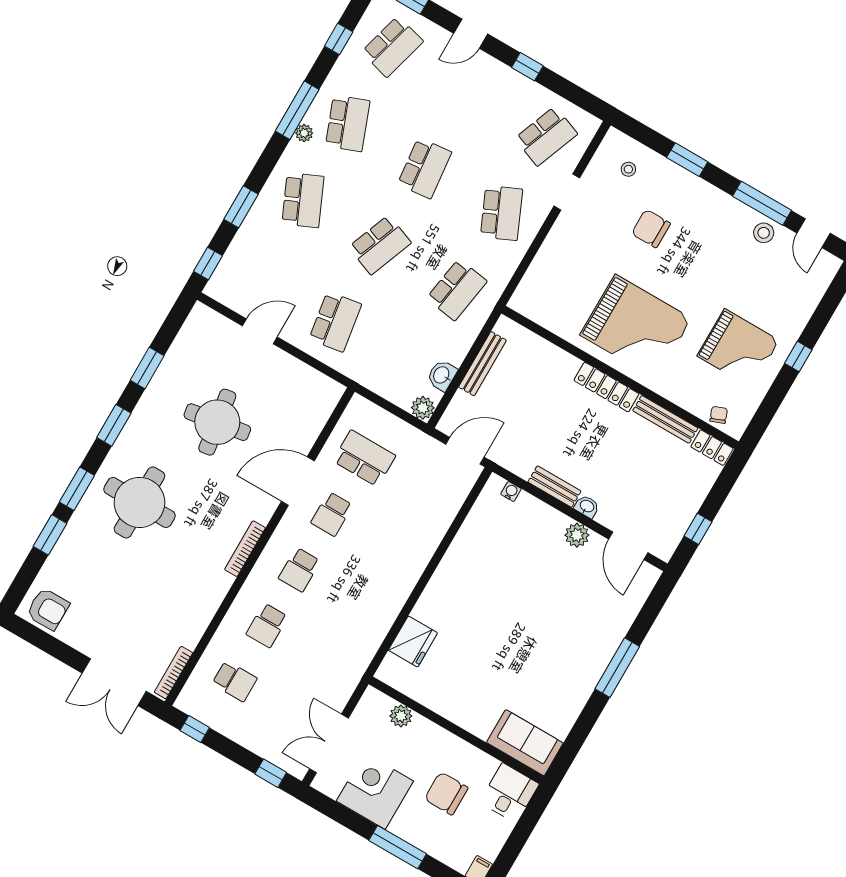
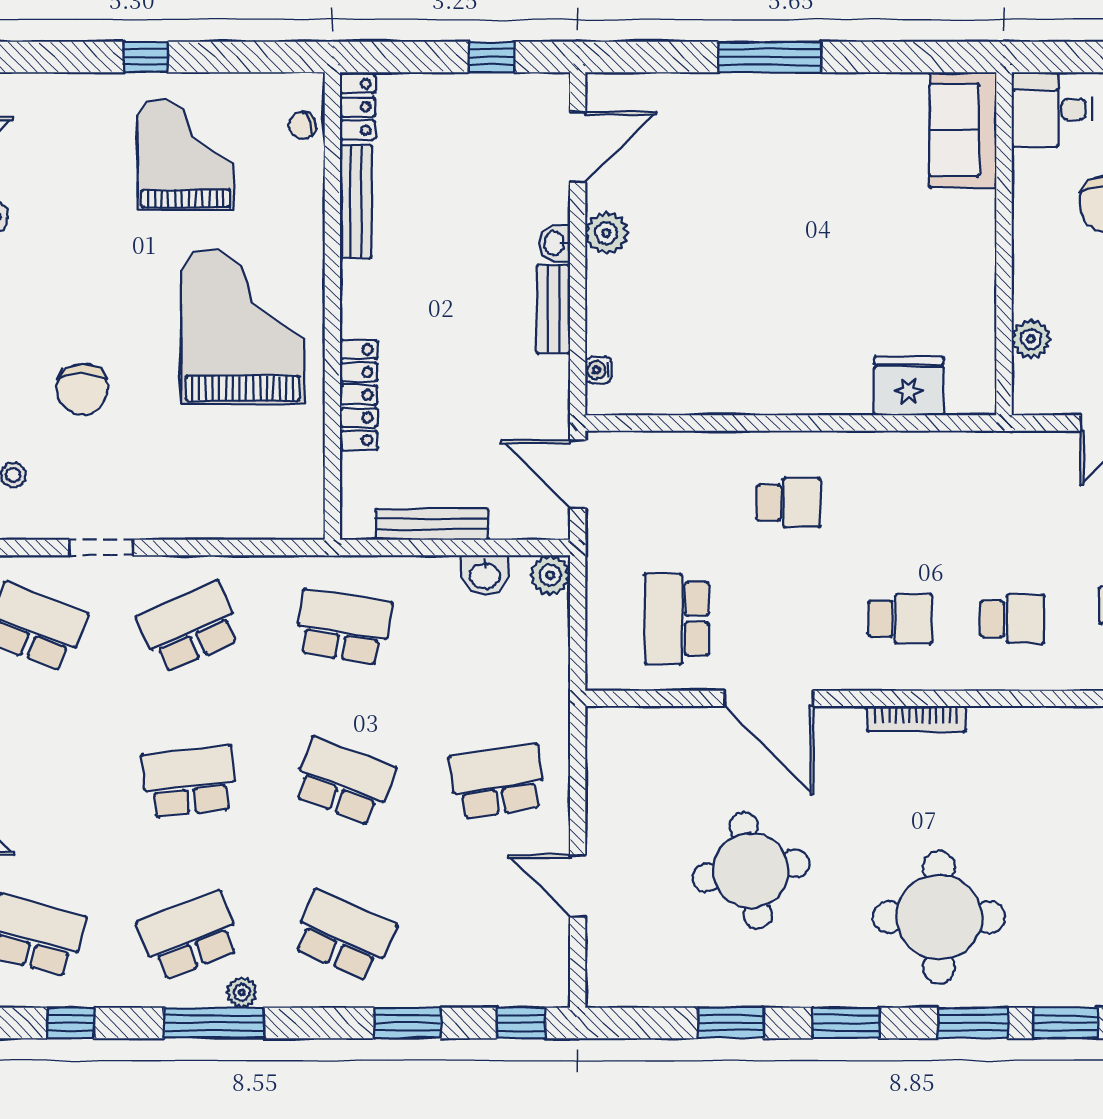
school desk: (303, 200) -> (343, 936), turned 48
locker: (606, 387) -> (359, 395), moved
school desk: (332, 514) -> (789, 503), moved

